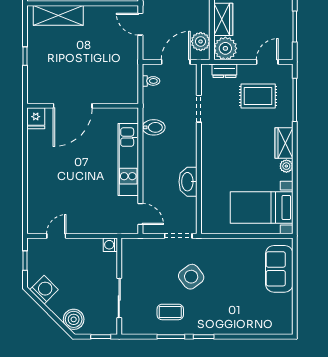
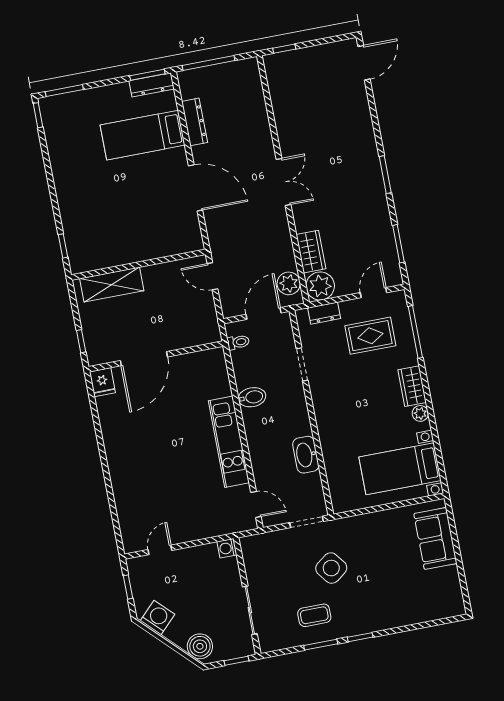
door: (73, 106) -> (144, 359), moved
wall: (83, 106) -> (156, 356), moved
fridge: (36, 118) -> (102, 382), moved

